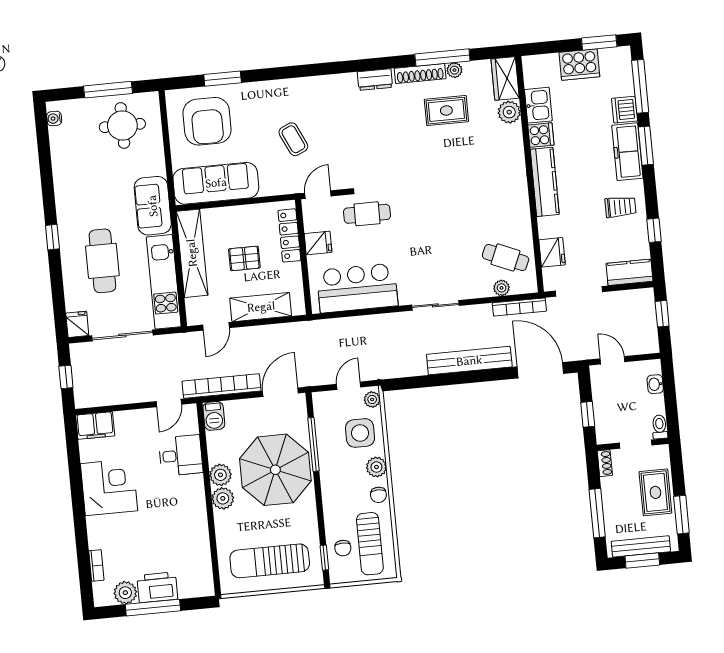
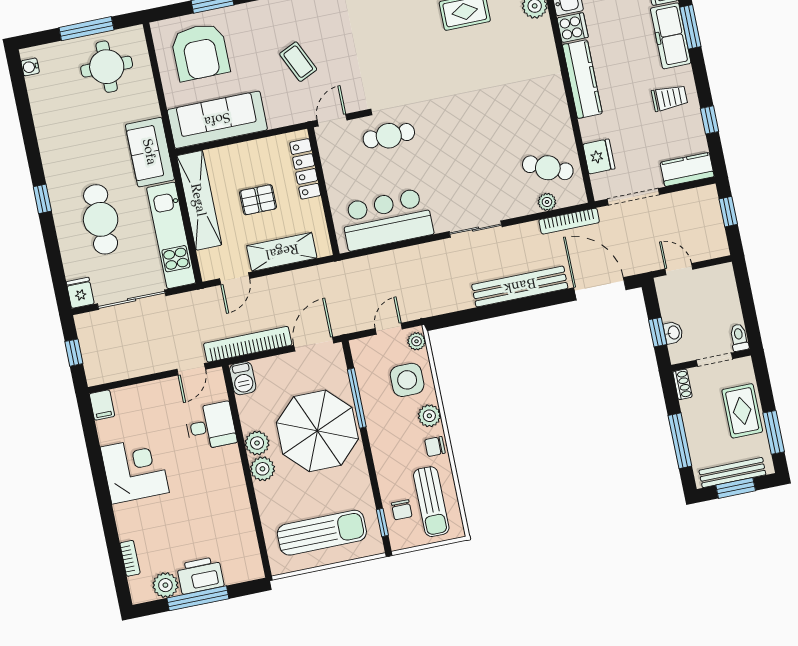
fridge: (318, 243) -> (338, 174), removed
washbasin: (655, 384) -> (673, 333), moved, turned 180
filing cabinet: (95, 425) -> (102, 405), width x0.50
chair: (378, 495) -> (435, 446), turned 90
sun lounger: (270, 561) -> (322, 533), turned 180

